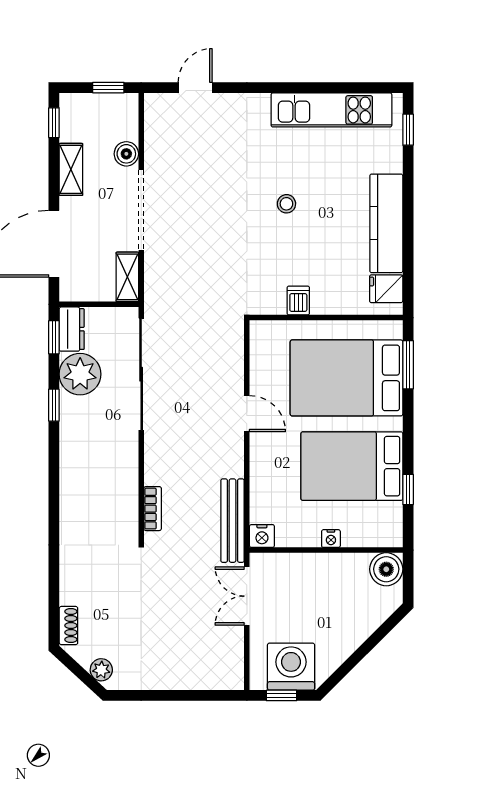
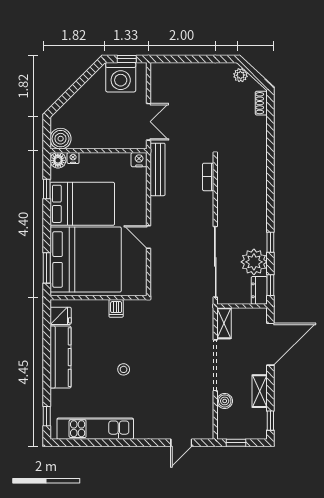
bed: (346, 378) -> (86, 259), width x1.36
floor lamp: (390, 535) -> (58, 160), added
nightstand: (331, 539) -> (73, 158), moved

